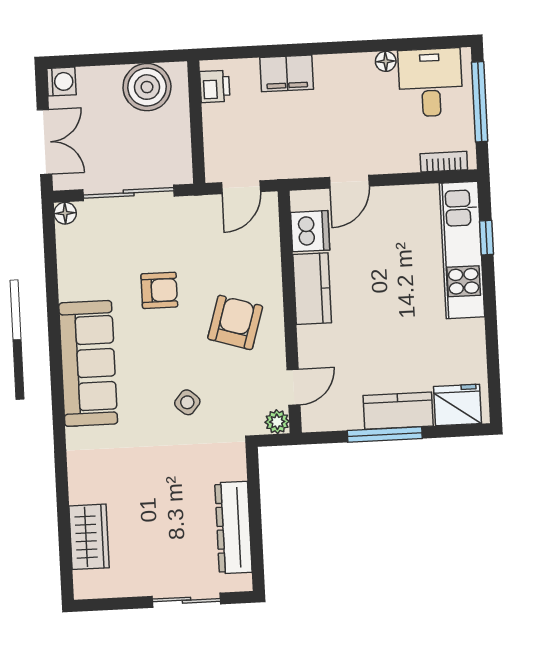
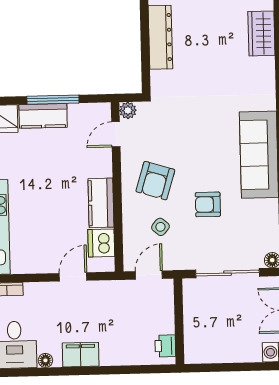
filing cabinet: (287, 73) -> (81, 355), moved
boiler: (147, 87) -> (213, 347), removed
side table: (187, 402) -> (160, 227), moved

